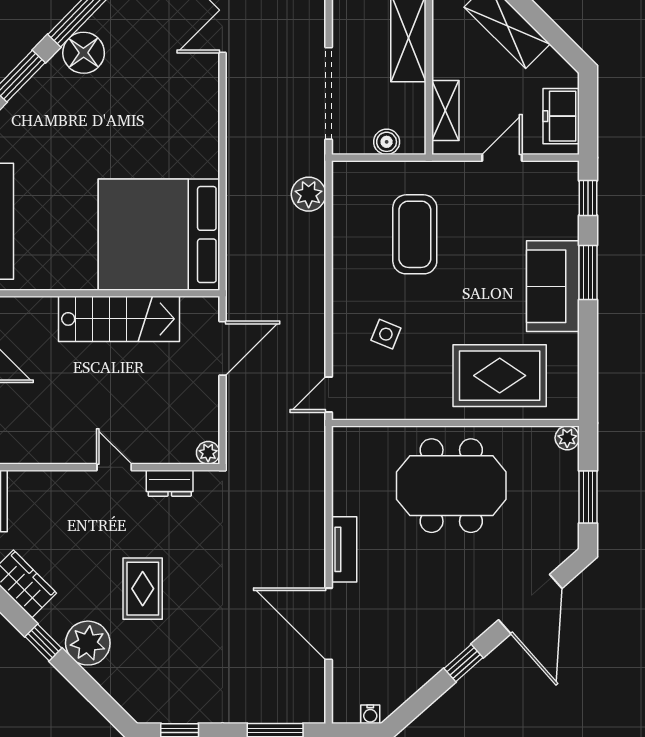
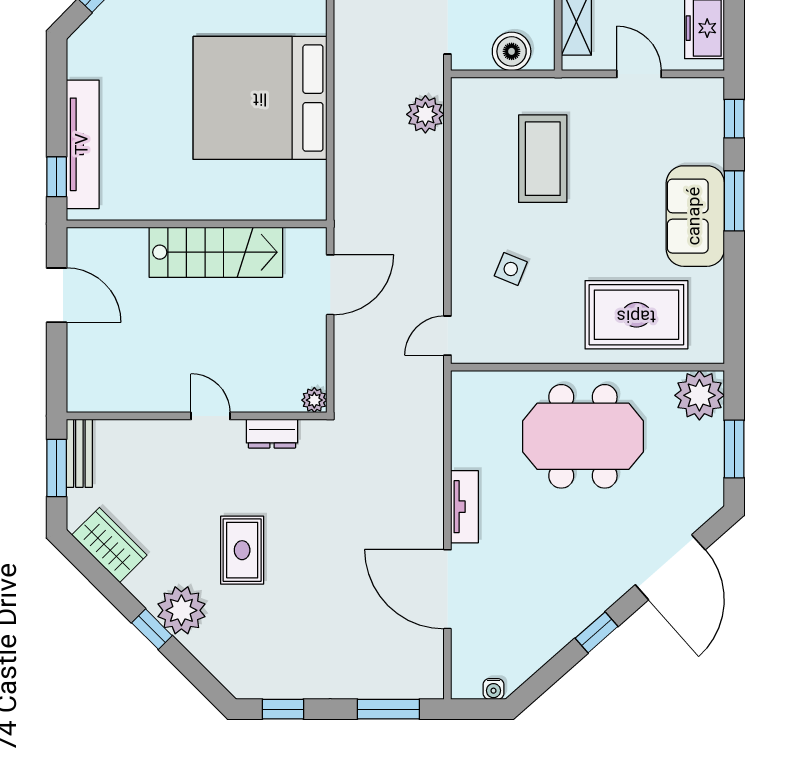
boiler: (387, 142) -> (512, 51), width x1.36, depth x1.36
door: (502, 158) -> (639, 74), hinge flipped
bed: (159, 235) -> (260, 98), moved
plant: (567, 438) -> (699, 395), width x1.88, depth x1.88
window: (43, 642) -> (152, 629), moved

